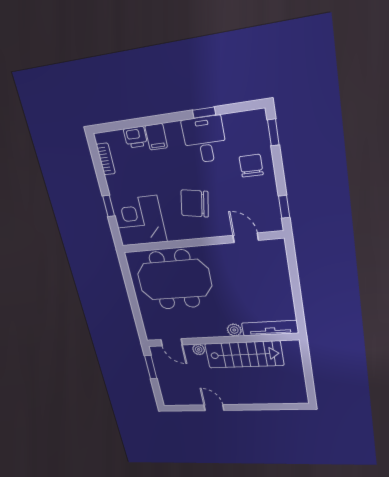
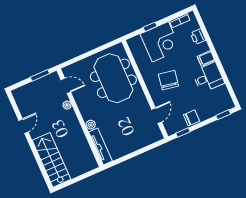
window: (204, 113) -> (223, 74), removed
filing cabinet: (156, 137) -> (206, 58), moved
chair: (251, 166) -> (192, 118), moved
corner desk: (139, 221) -> (160, 42), moved, turned 90
door: (172, 342) -> (66, 86), swing flipped
stairs: (244, 355) -> (51, 160), moved, turned 180

